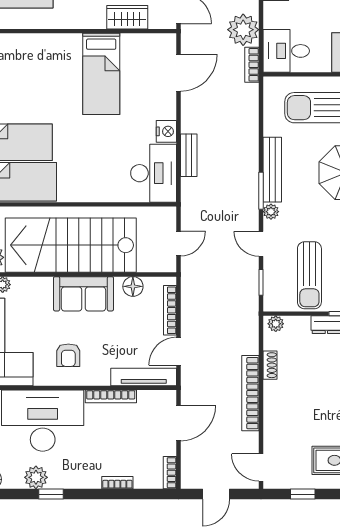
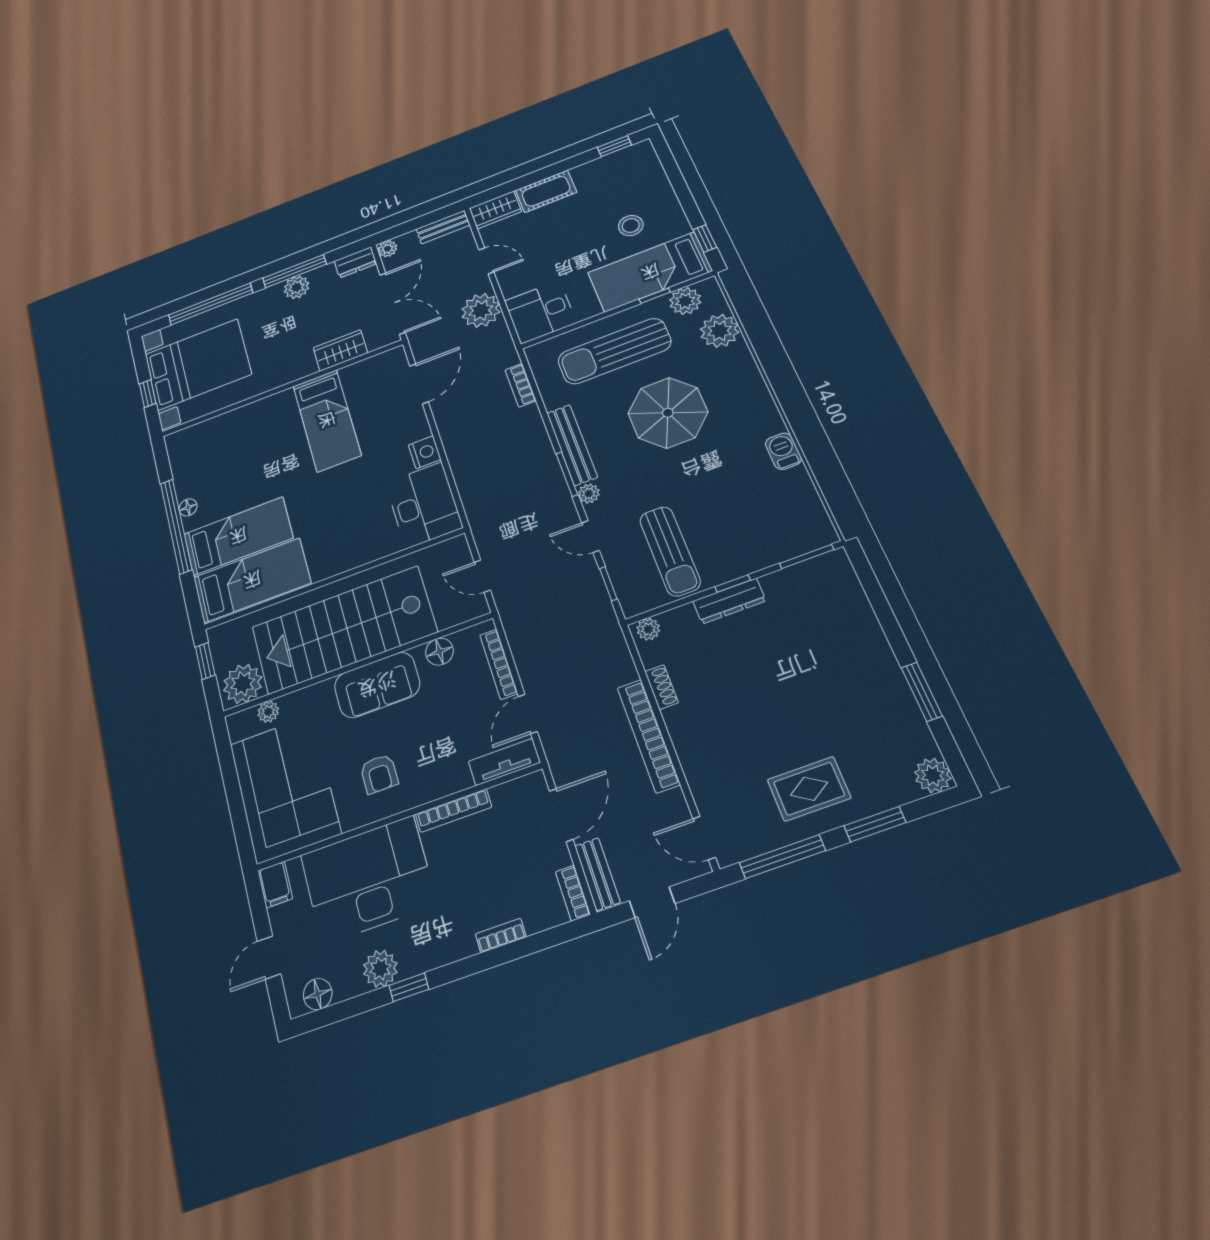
bookcase: (252, 65) -> (521, 385), moved
bench: (189, 155) -> (597, 874), moved
door: (179, 244) -> (482, 576), swing flipped
tv unit: (144, 377) -> (504, 762), width x0.71
window: (303, 494) -> (782, 857), width x2.17

